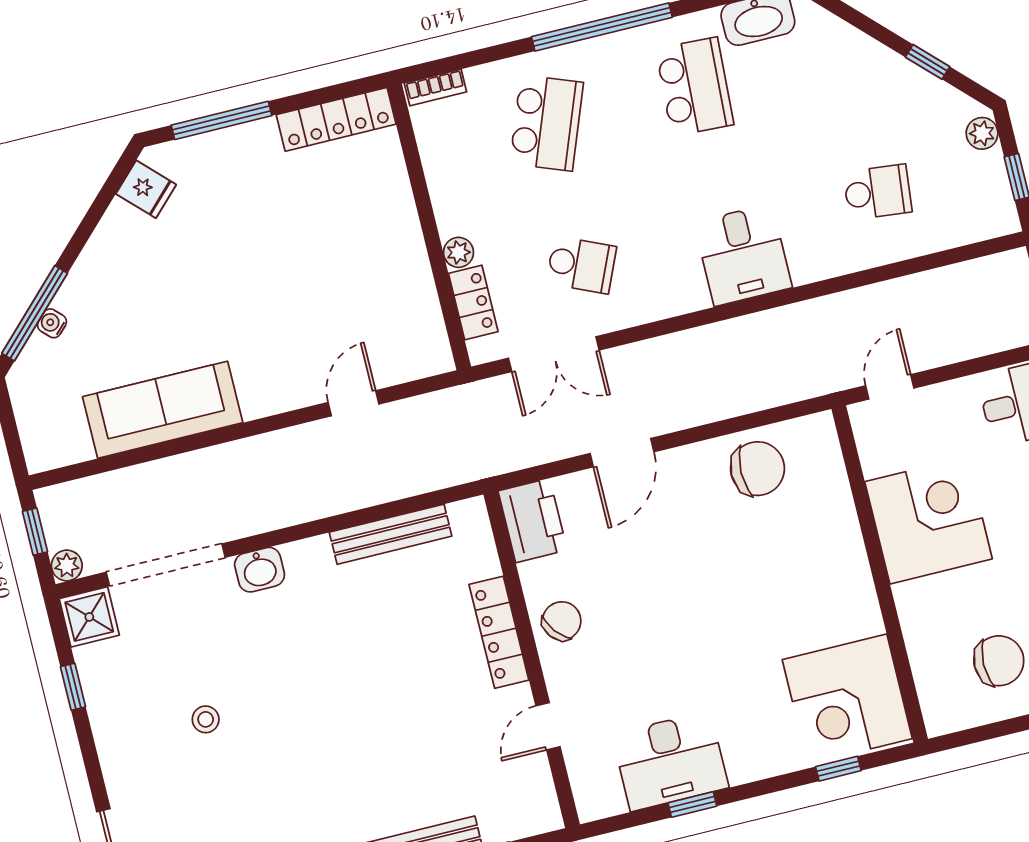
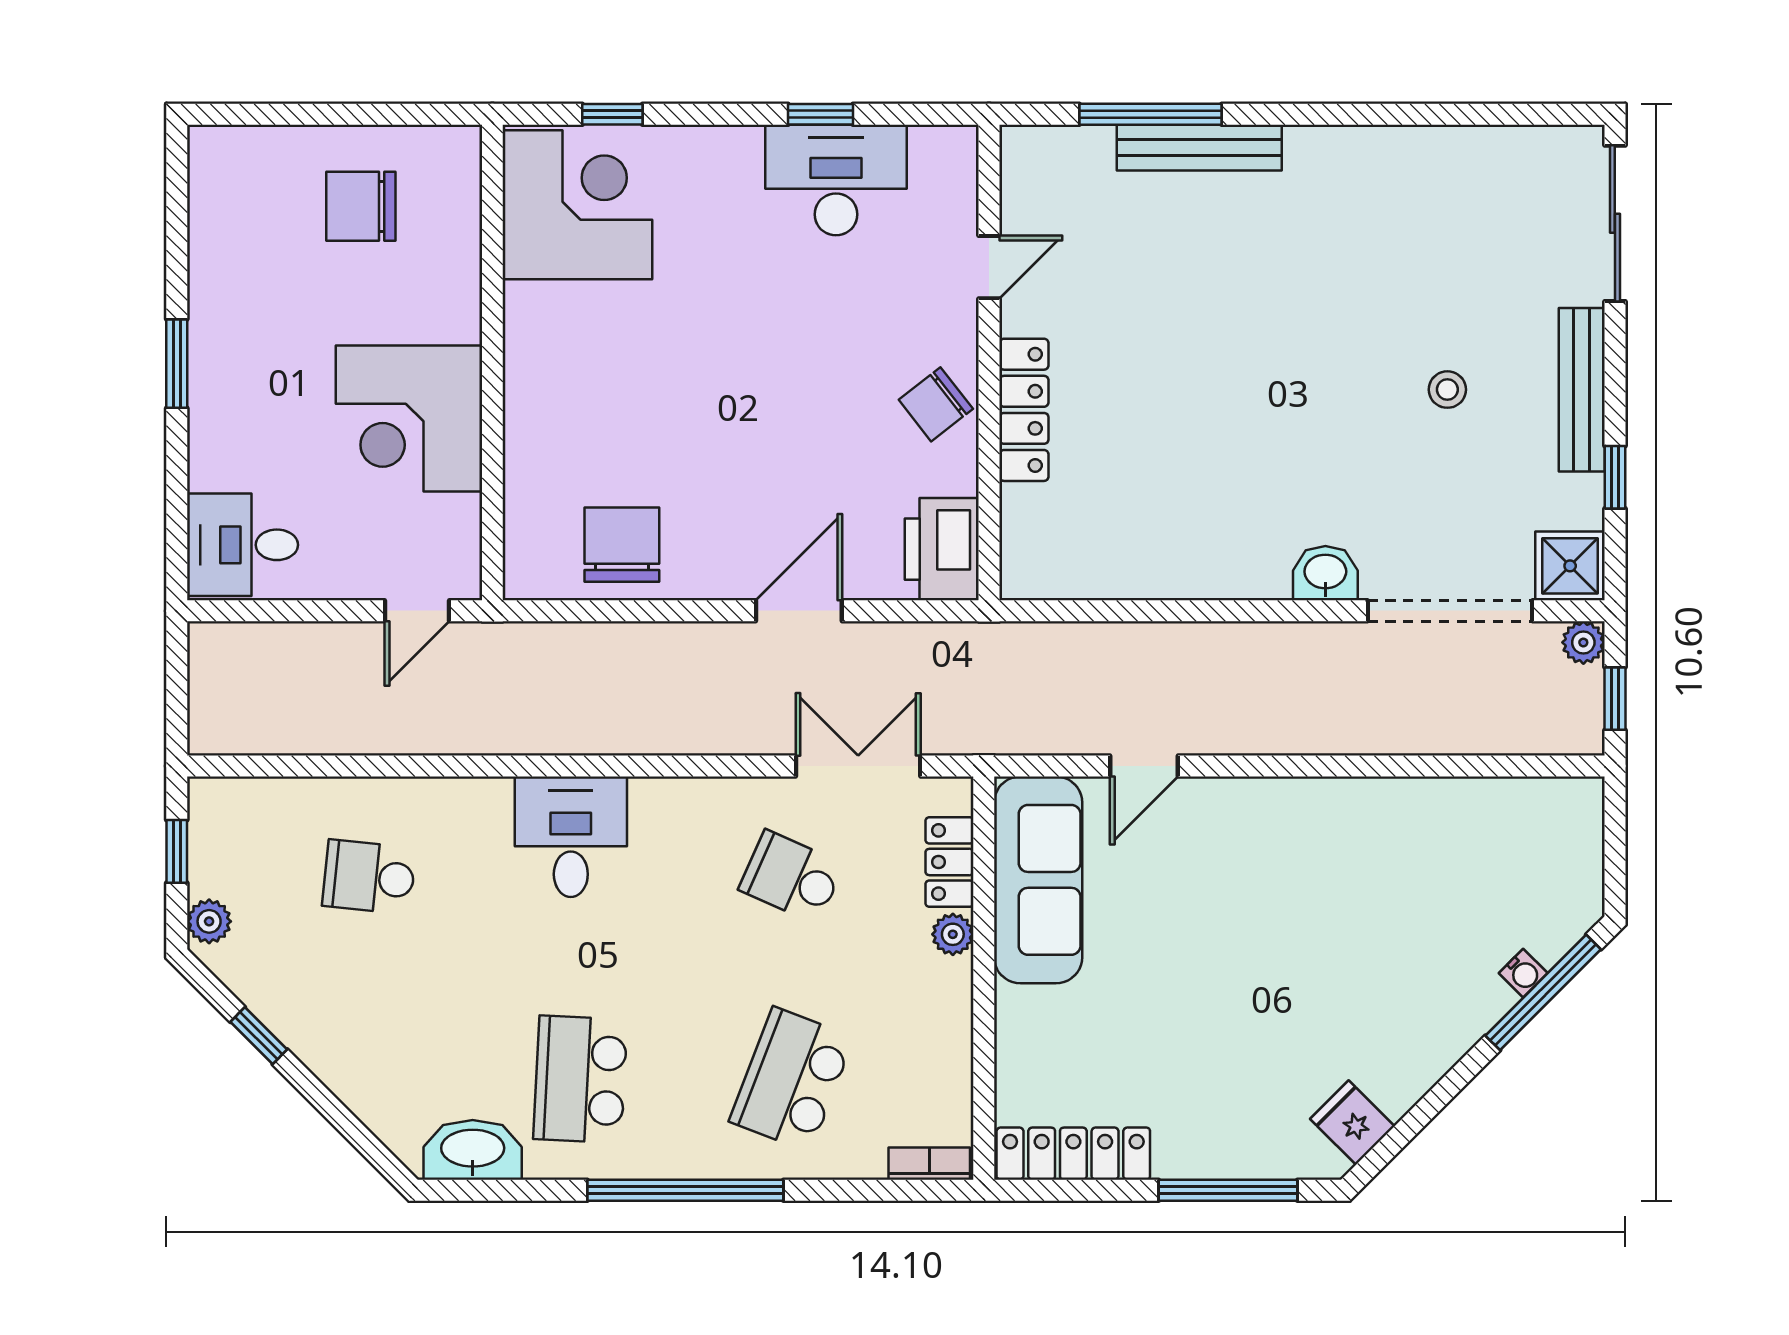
sofa: (163, 410) -> (1038, 880), moved, turned -90
chair: (757, 469) -> (622, 545), turned 90
bench: (391, 534) -> (1582, 390), moved, turned 90

